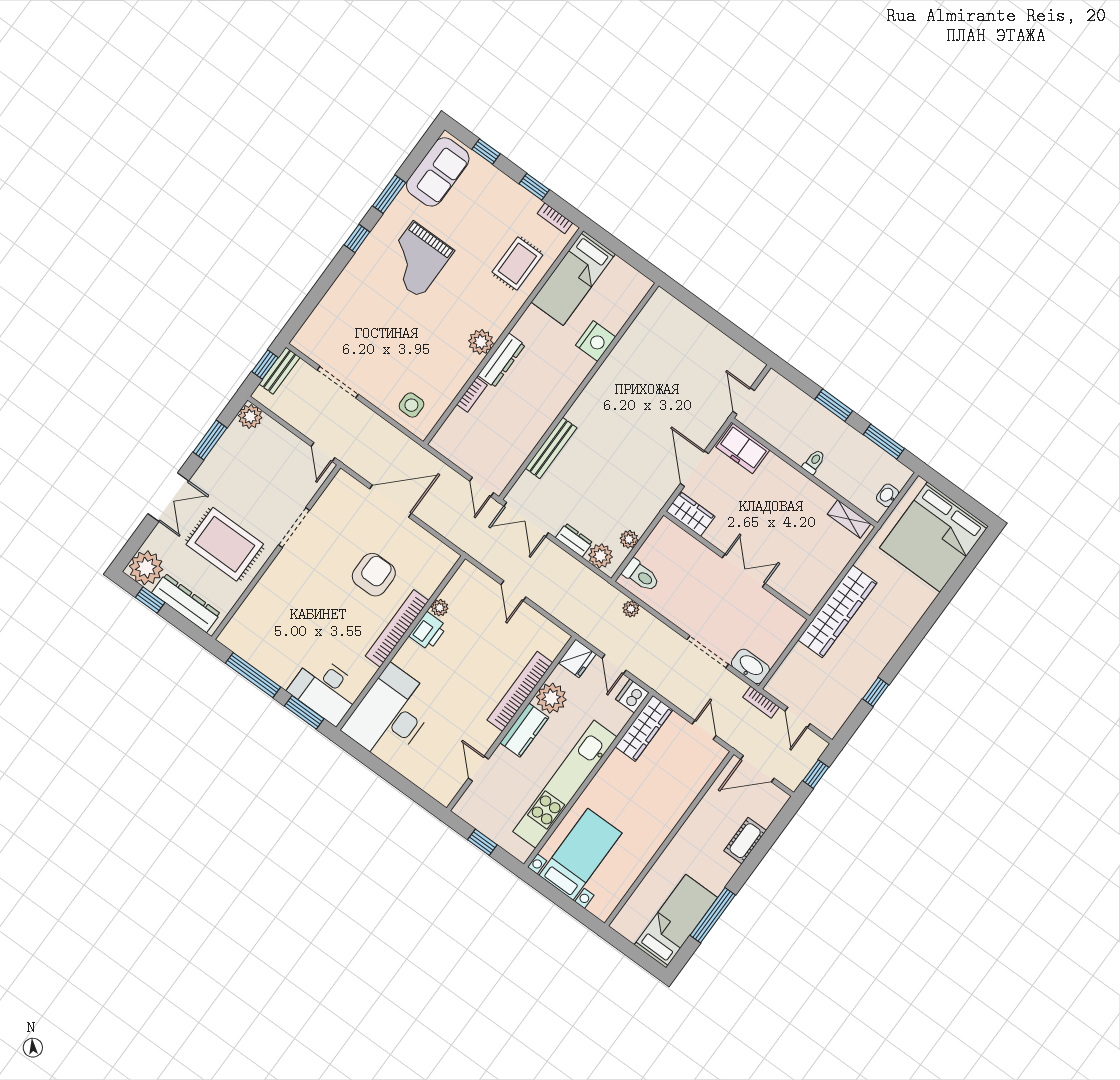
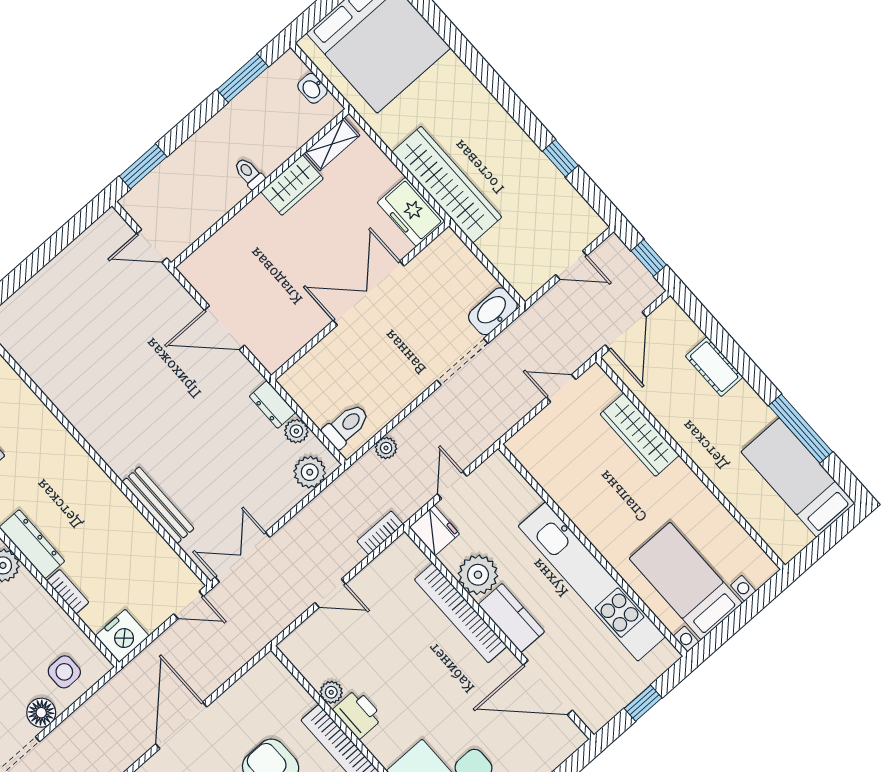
nightstand: (596, 341) -> (122, 636), moved, turned 90
floor lamp: (377, 395) -> (41, 713), added
window: (834, 405) -> (143, 166), moved
freezer: (743, 448) -> (411, 212), moved, turned 90
wardrobe: (691, 514) -> (292, 185), moved, turned 180
double door: (526, 519) -> (242, 557), swing flipped
dresser: (574, 540) -> (272, 404), moved, turned -90
double door: (744, 571) -> (369, 293), width x1.37
door: (614, 664) -> (452, 485), swing flipped
dishwasher: (632, 696) -> (498, 471), removed
bookcase: (761, 702) -> (380, 533), moved, turned 180
wardrobe: (644, 728) -> (640, 435), moved, turned 180
door: (478, 769) -> (548, 688), width x1.88

